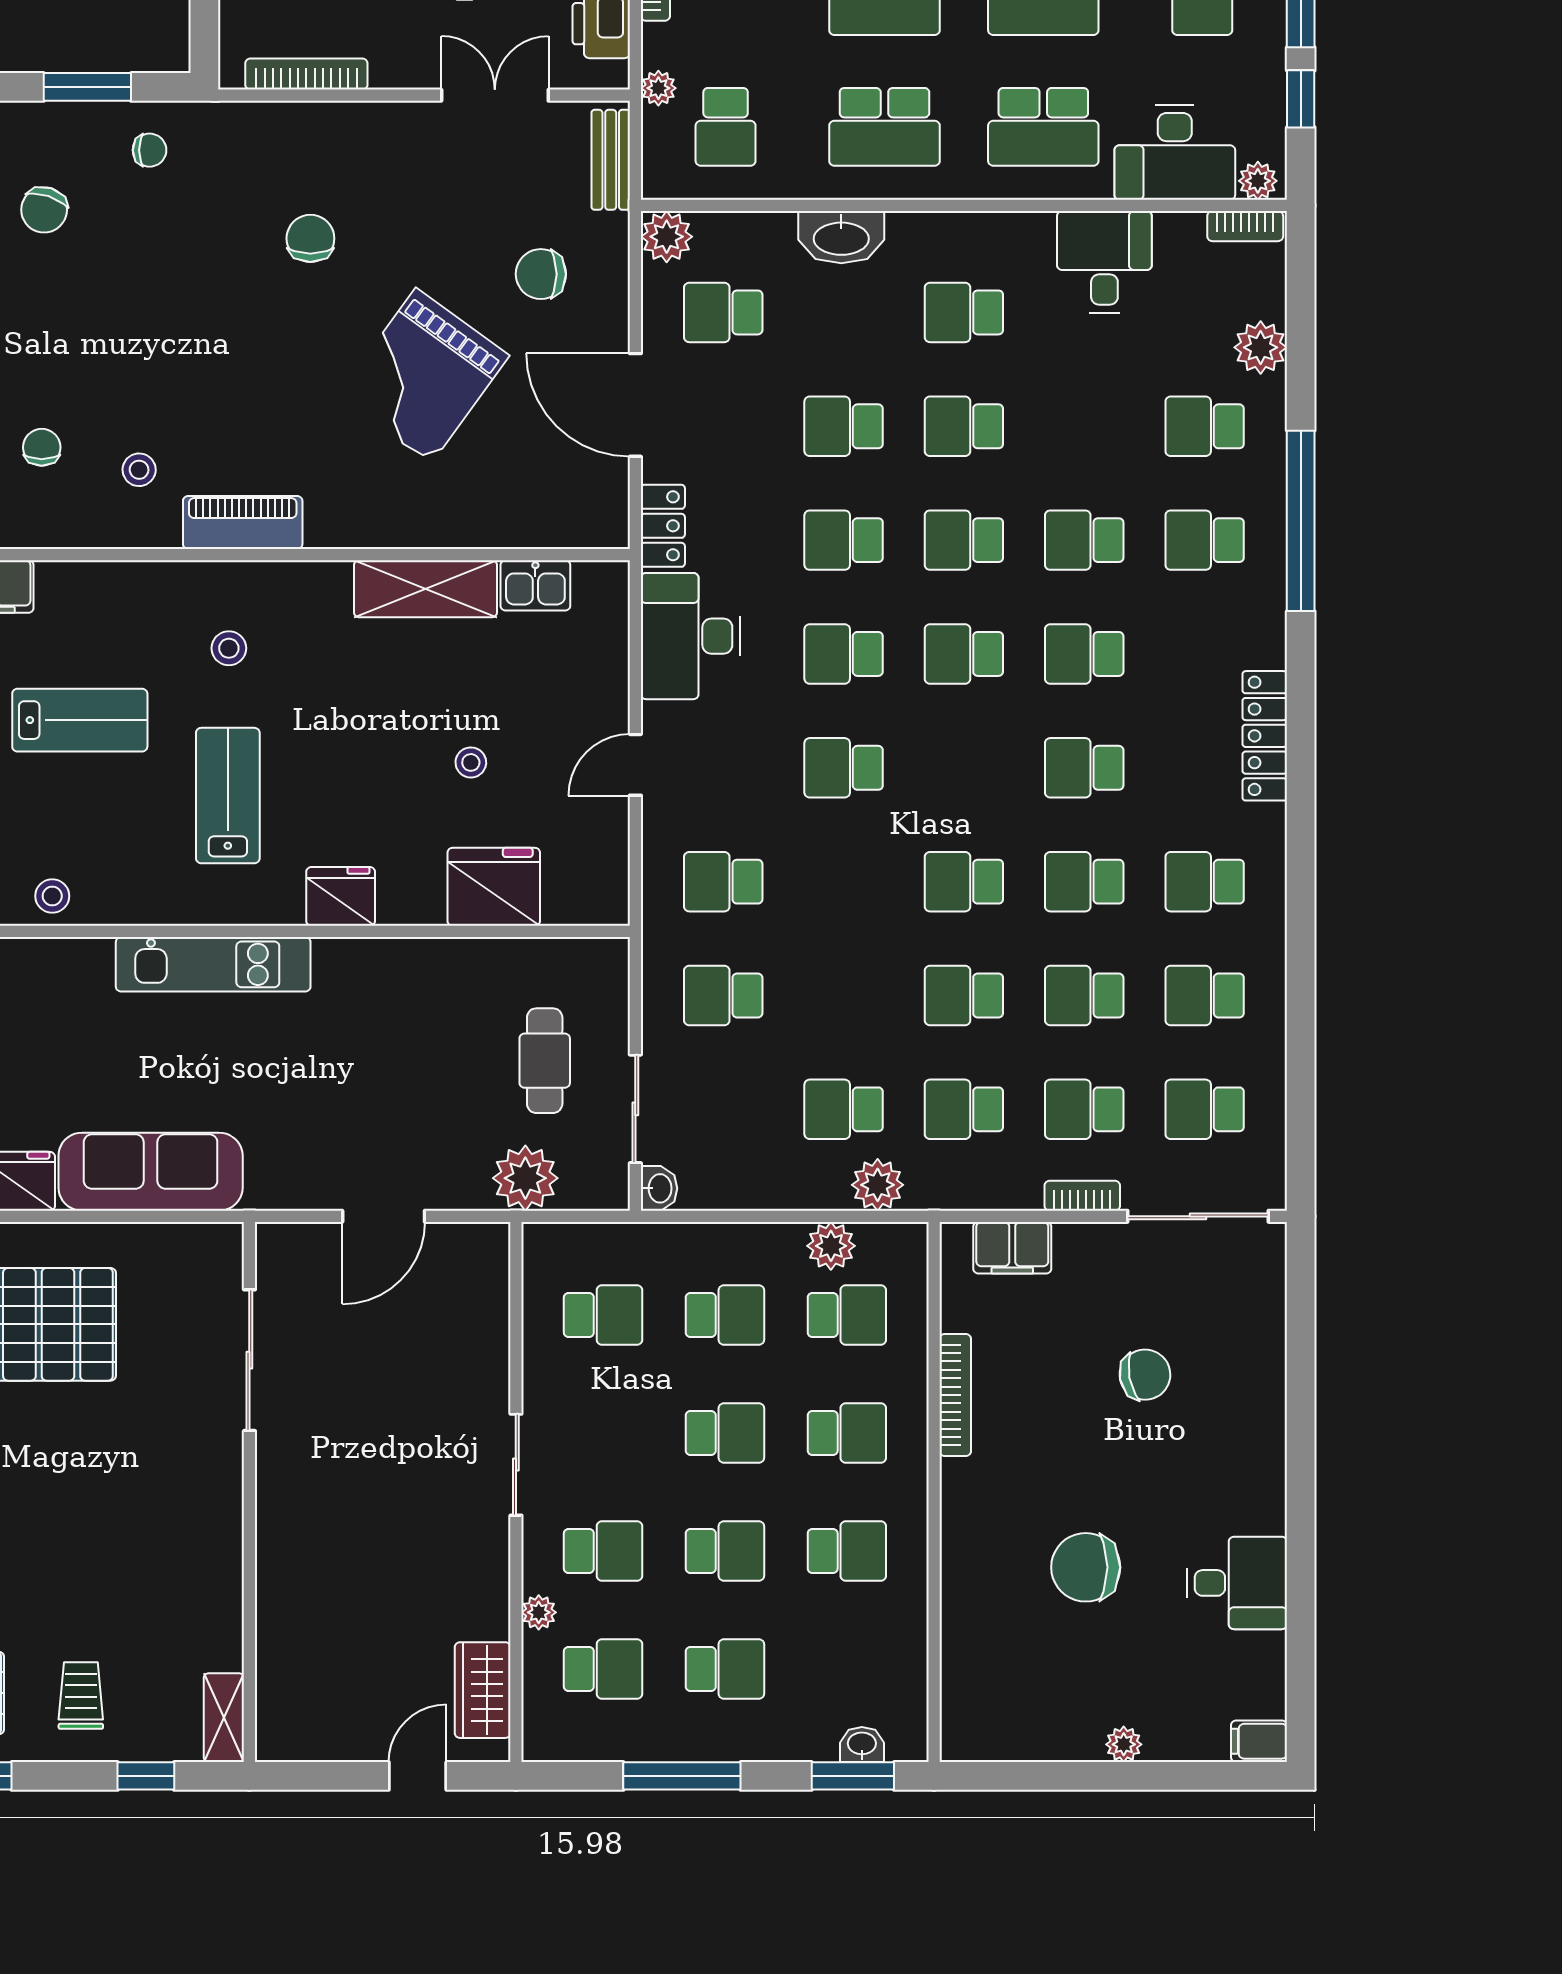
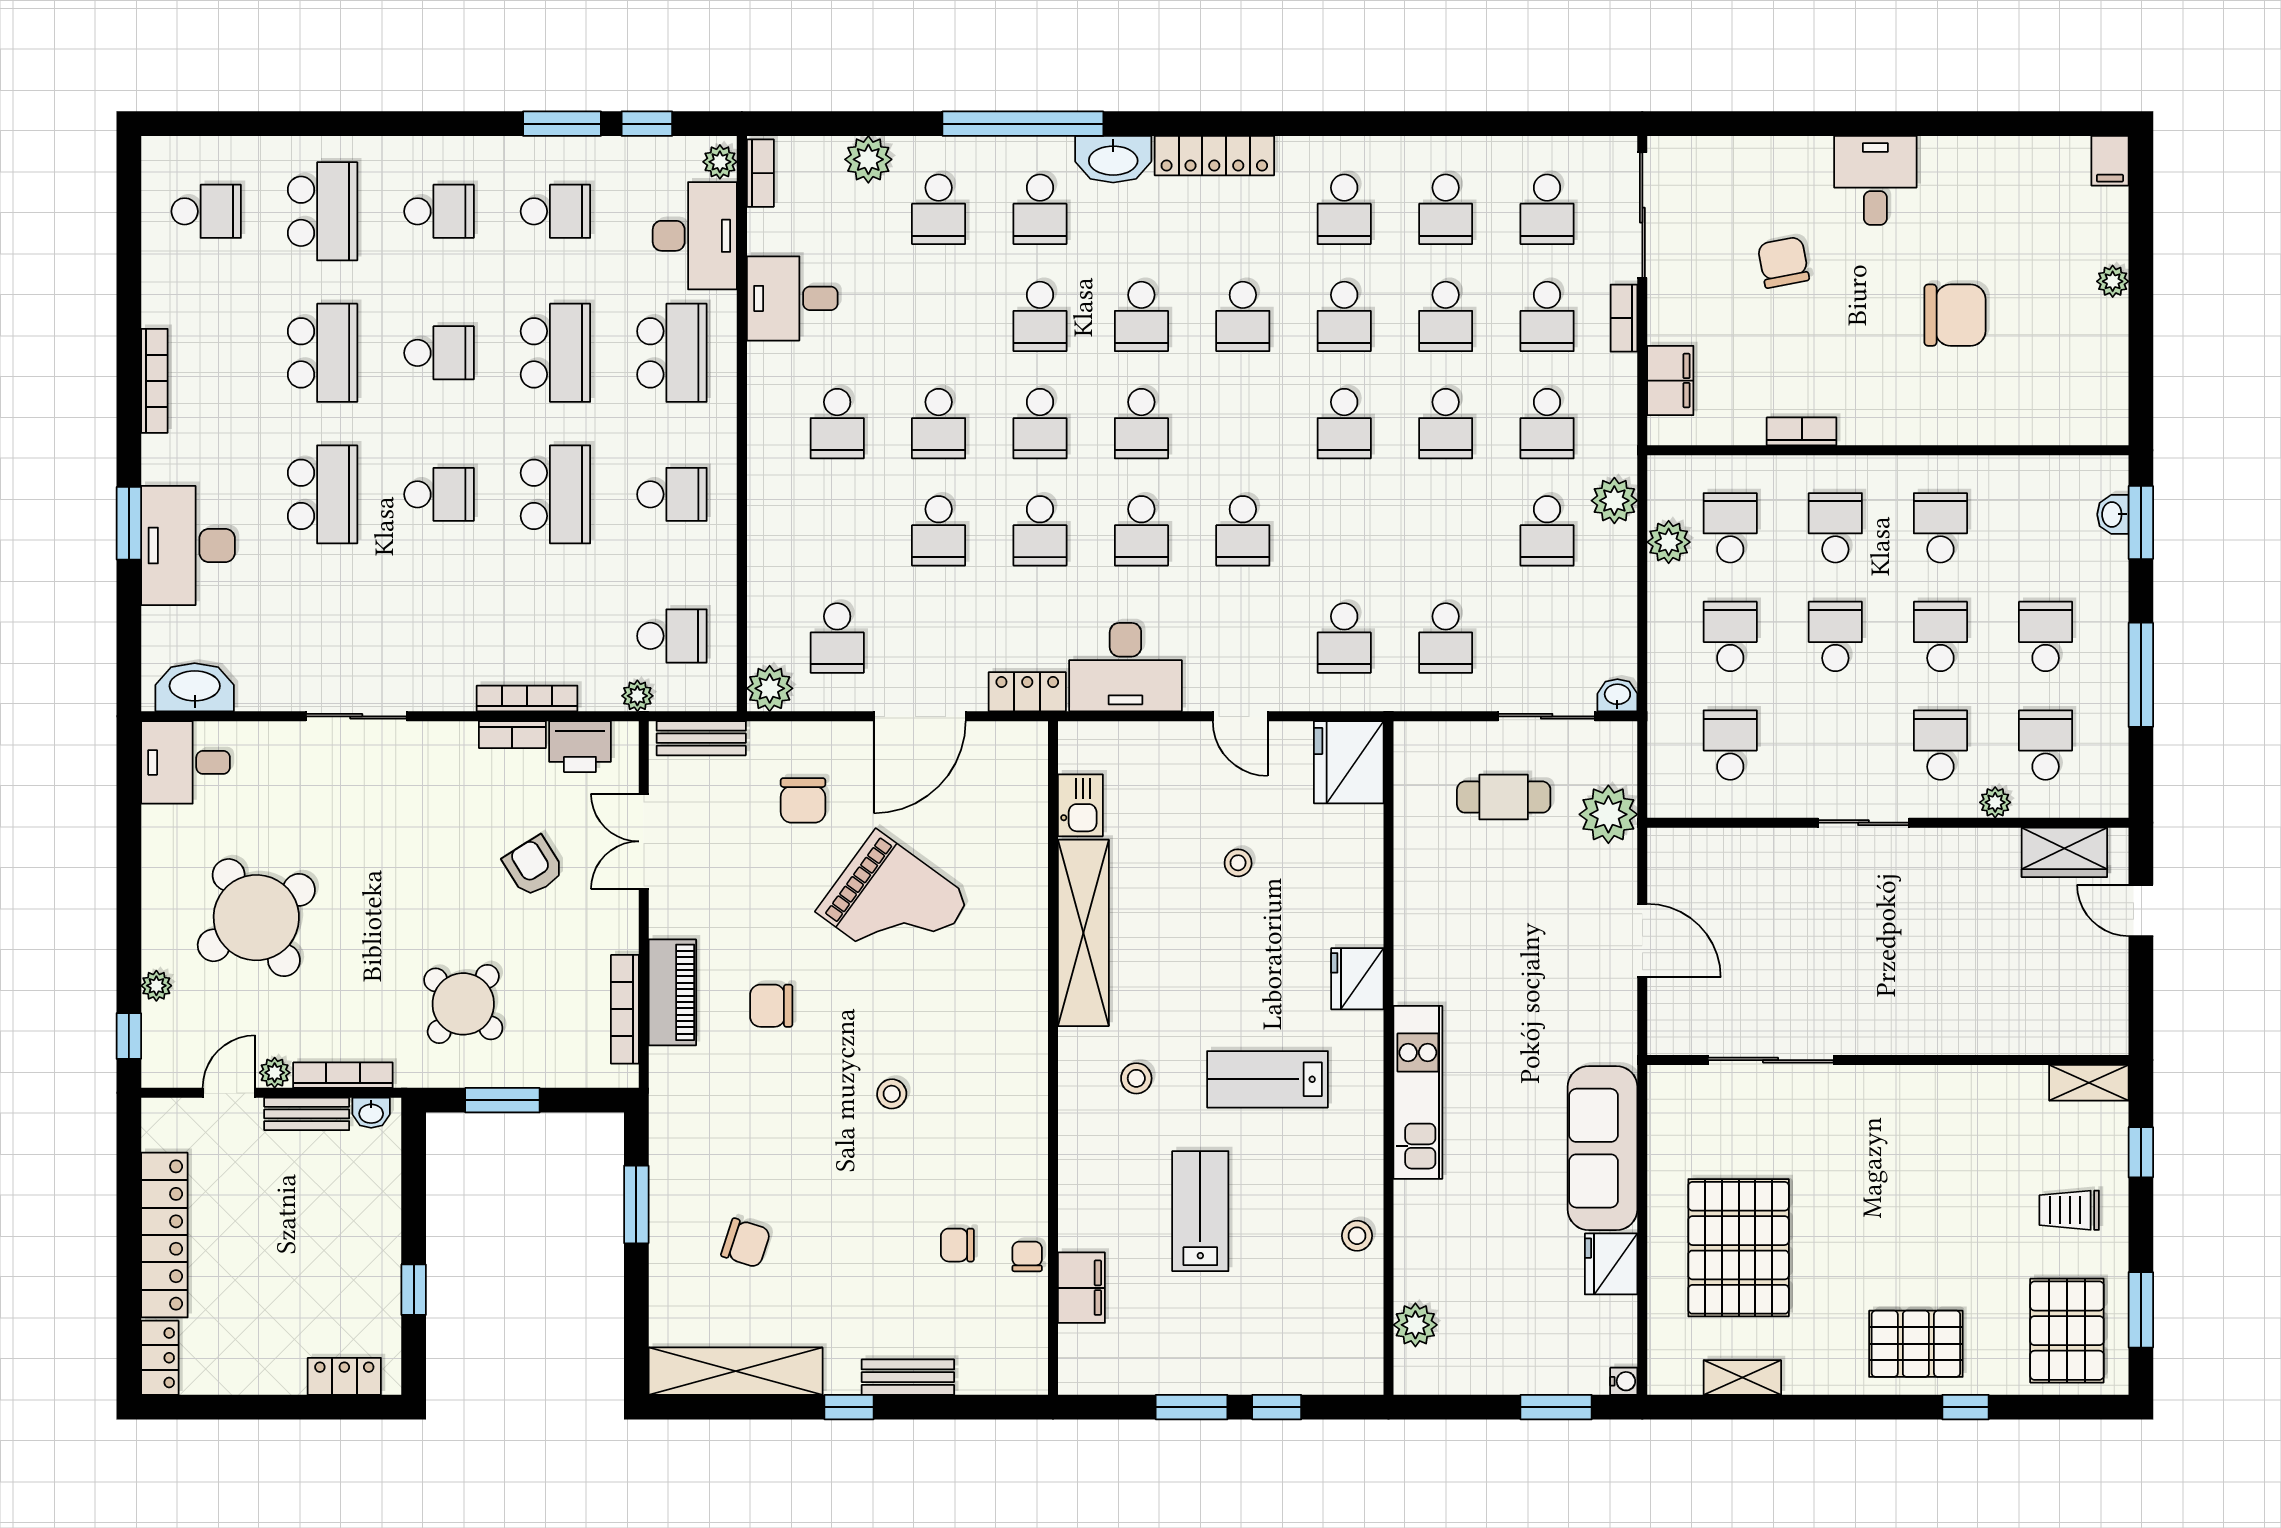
school desk: (884, 127) -> (672, 494), width x0.54
chair: (150, 150) -> (1027, 1256), moved
washbasin: (841, 237) -> (1113, 159), moved, turned 90
stool: (139, 470) -> (892, 1094), moved
piano: (243, 522) -> (672, 992), moved, turned 180
shelving: (426, 589) -> (1083, 933), width x1.47
fridge: (494, 887) -> (1349, 762), moved
bookcase: (955, 1395) -> (1802, 431), width x0.64
chair: (1086, 1567) -> (1955, 315), turned -90
desk: (1237, 1583) -> (1875, 180), moved

